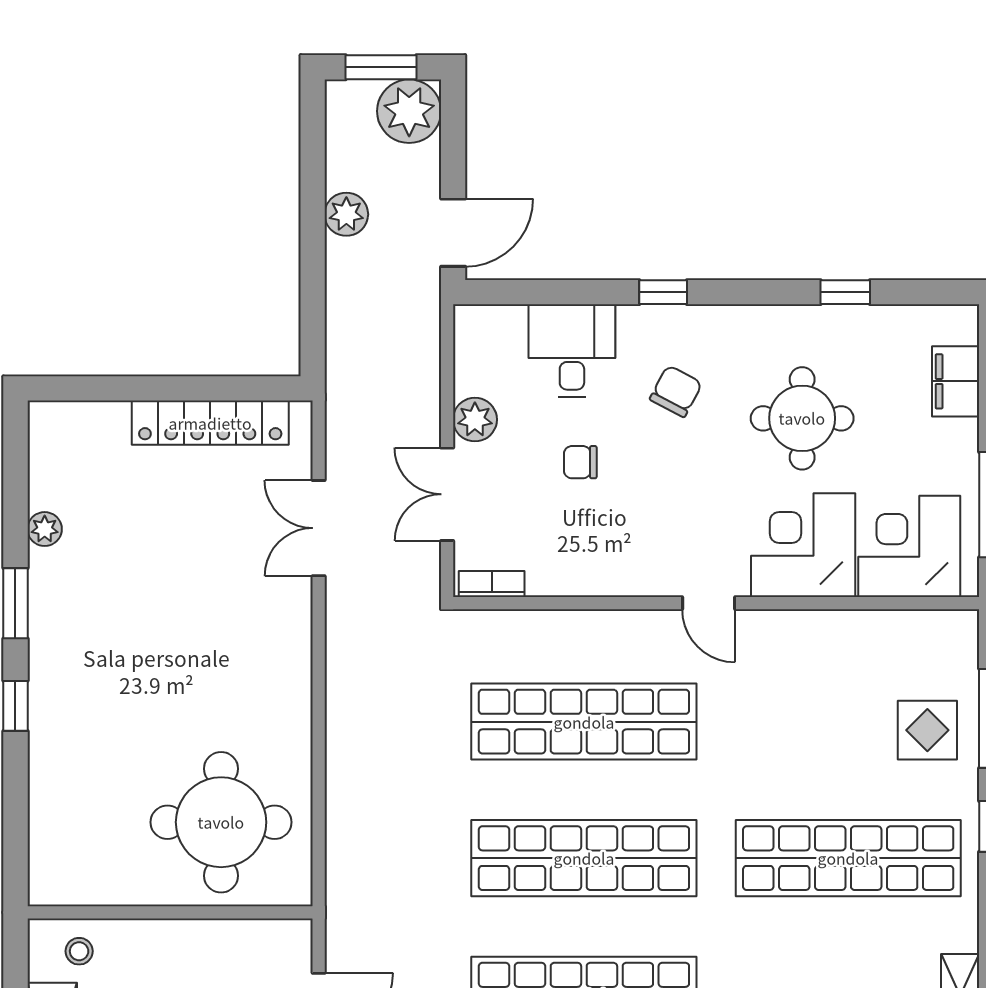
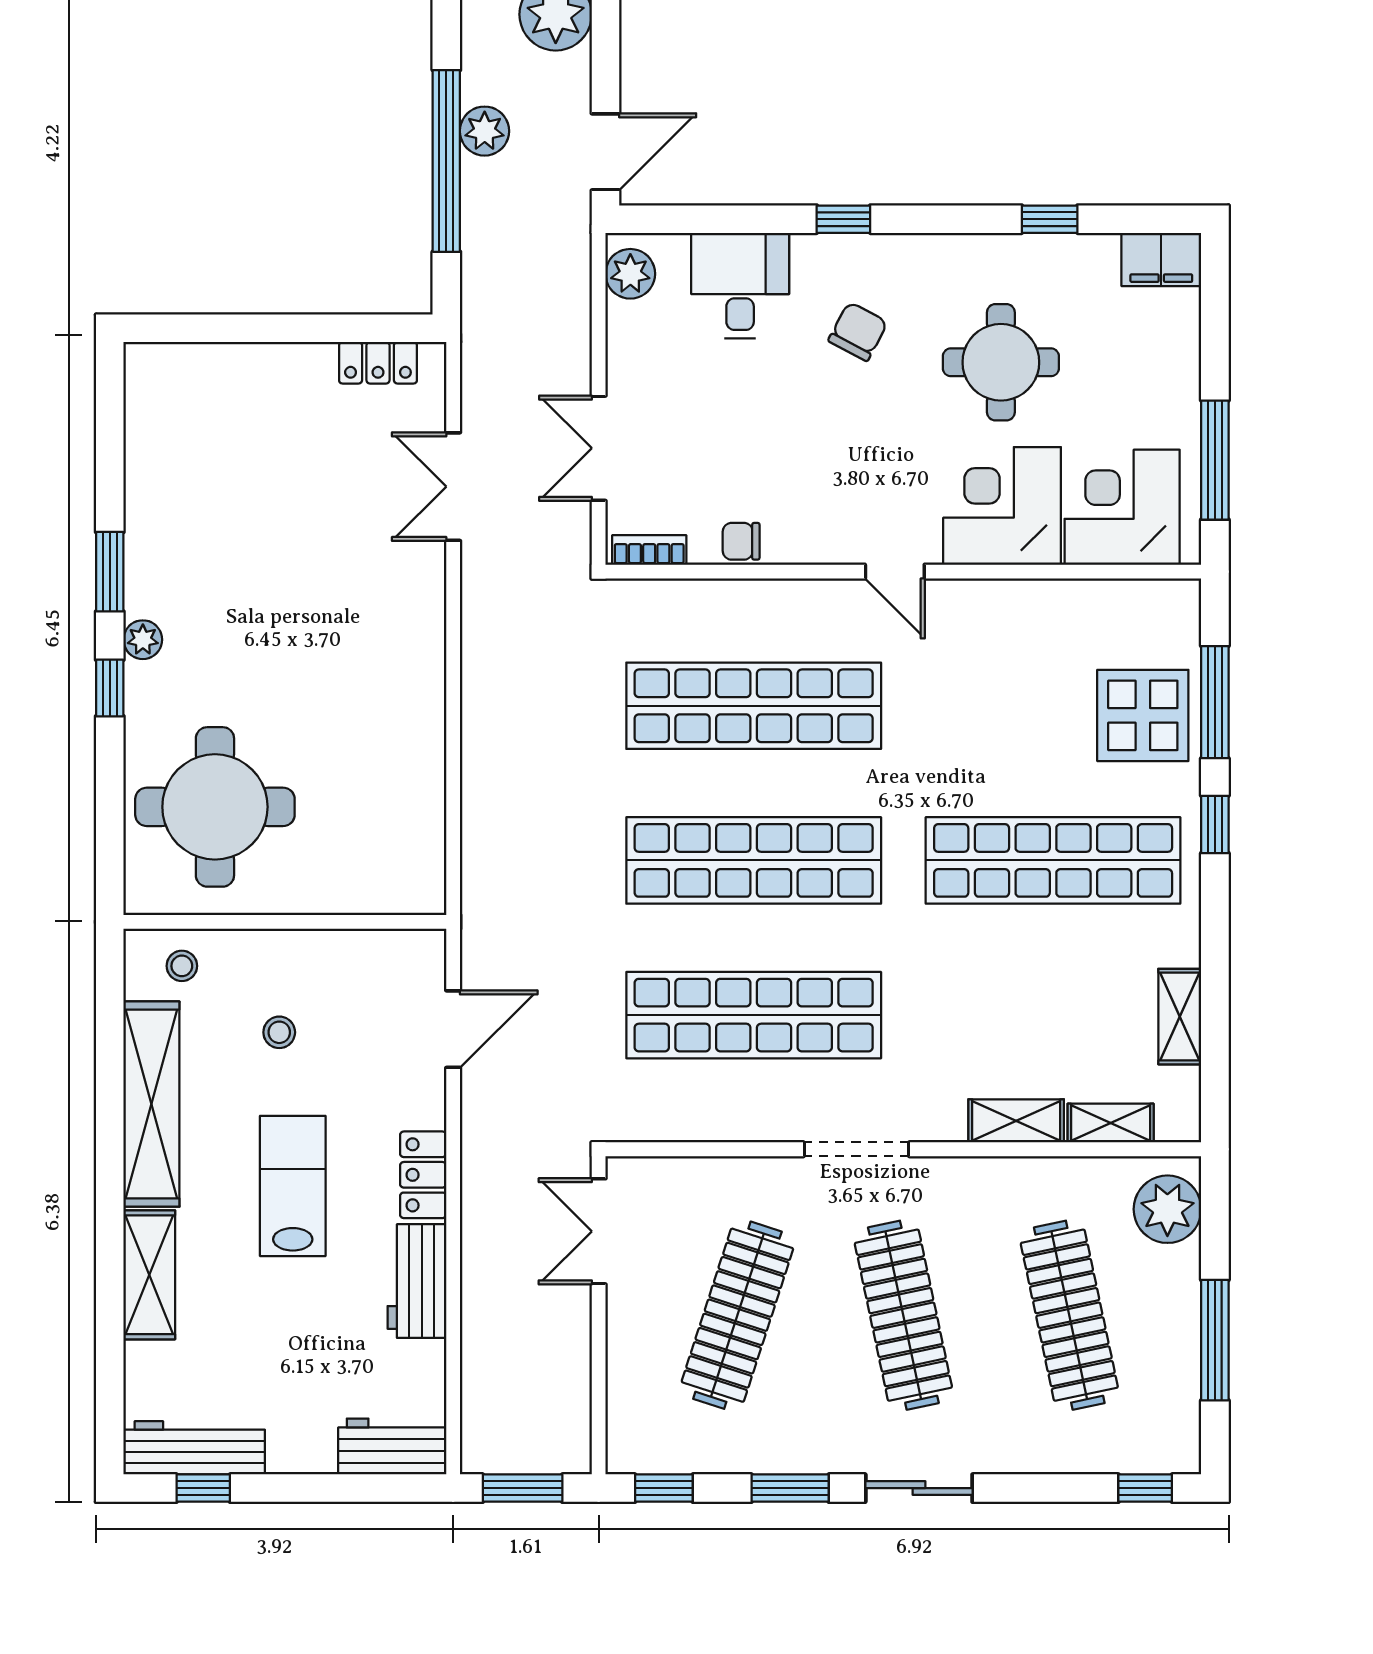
window: (313, 241) -> (446, 161), added
filing cabinet: (956, 381) -> (1161, 259), moved, turned -90
plant: (475, 420) -> (630, 274), moved
locker: (210, 423) -> (378, 363), width x0.46, depth x0.83
chair: (580, 462) -> (741, 541), moved
plant: (45, 529) -> (143, 640), moved
display table: (927, 730) -> (1143, 715), width x1.36, depth x1.36
round table: (221, 822) -> (215, 807), moved

